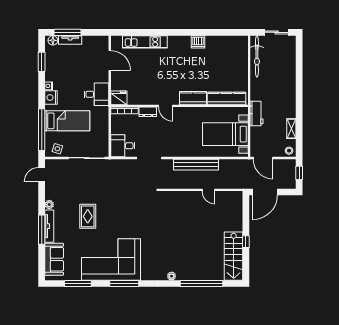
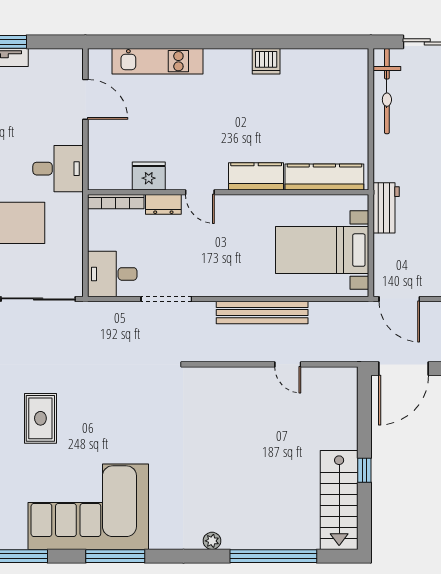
fridge: (119, 98) -> (149, 176), moved

